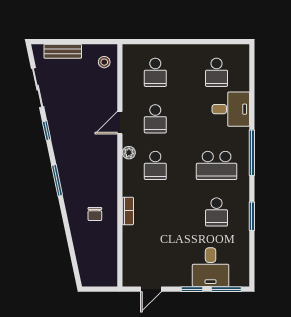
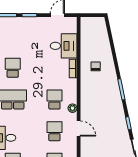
door: (120, 123) -> (79, 129), hinge flipped
desk: (211, 267) -> (64, 46), moved, turned 90

